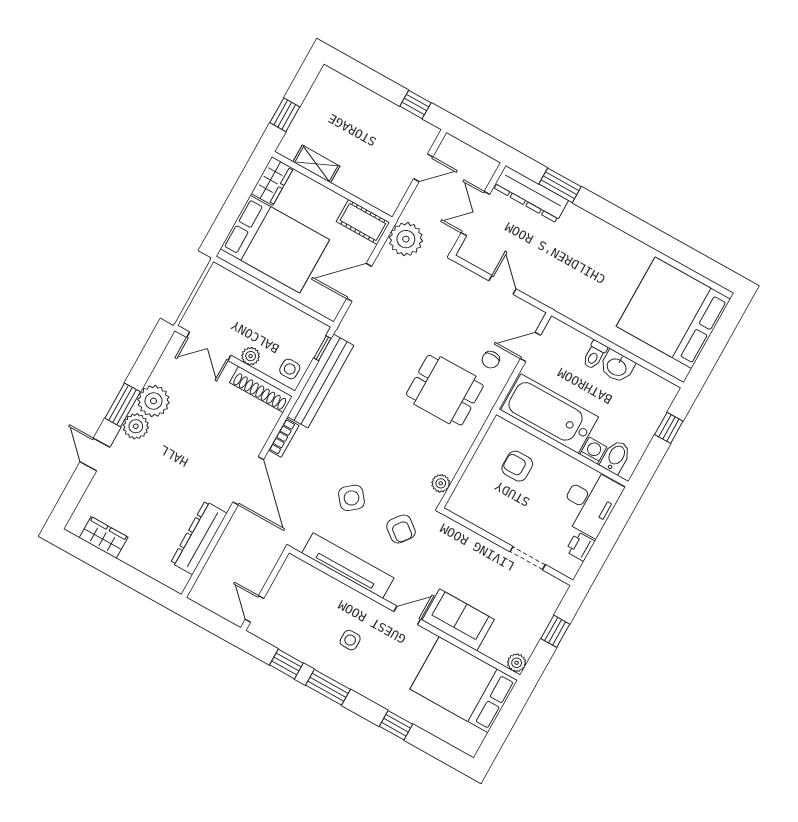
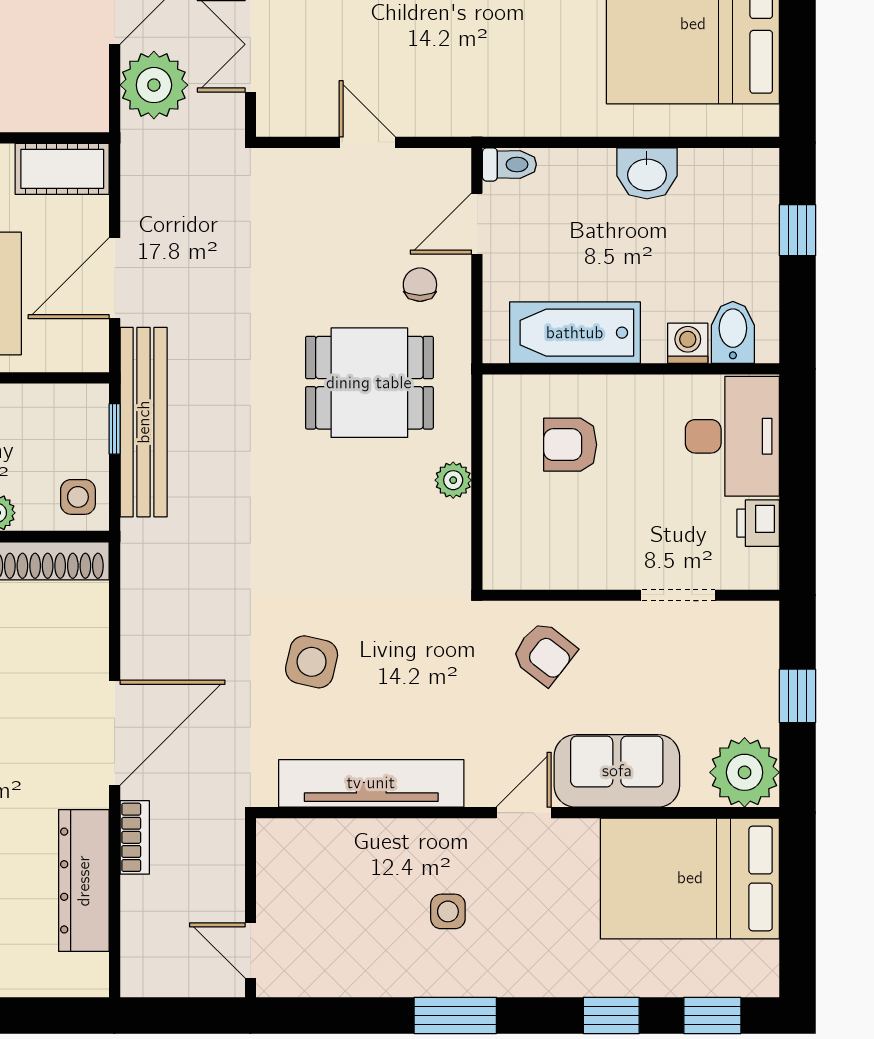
plant: (406, 239) -> (154, 85), moved
toilet: (595, 355) -> (509, 164), moved, turned -90
chair: (491, 360) -> (420, 285), turned 180
bench: (321, 381) -> (144, 422), moved
bathtub: (549, 414) -> (575, 333), width x0.73, depth x0.73
bookcase: (284, 438) -> (135, 837), moved
door: (248, 481) -> (115, 733), hinge flipped
plant: (441, 483) -> (453, 480), moved
side table: (351, 498) -> (312, 662), turned -38
armchair: (401, 529) -> (544, 653), moved
plant: (517, 663) -> (745, 772), width x1.87, depth x1.87
window: (286, 664) -> (712, 1015), moved

